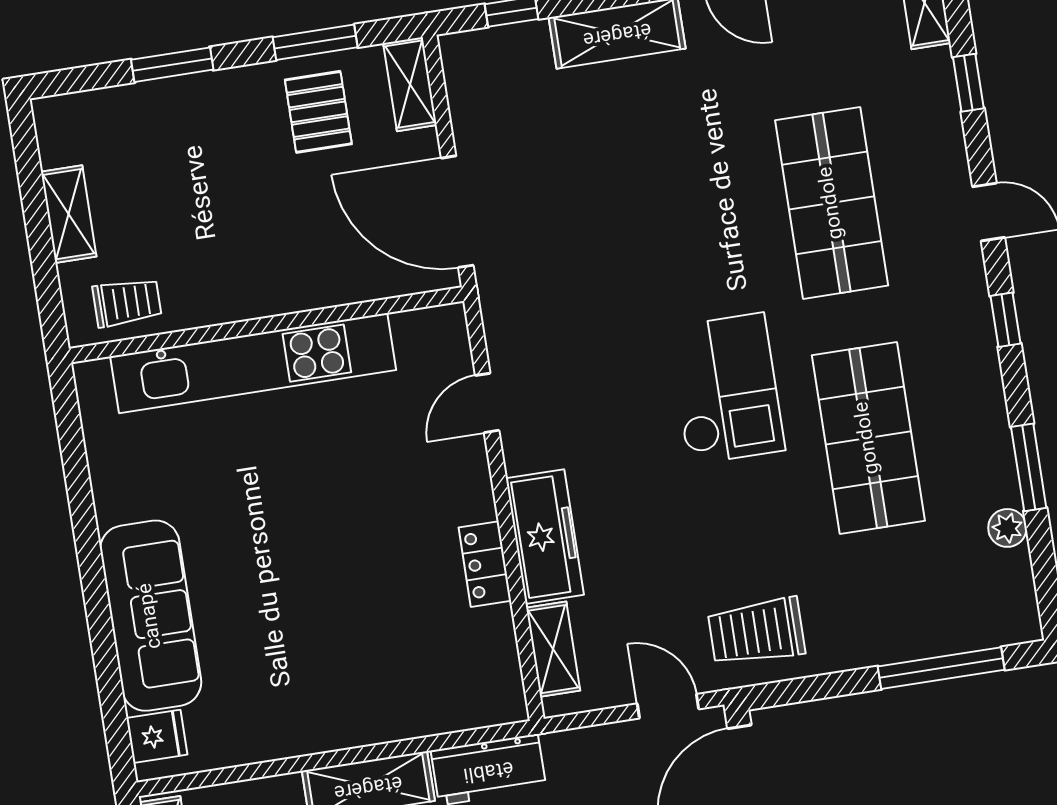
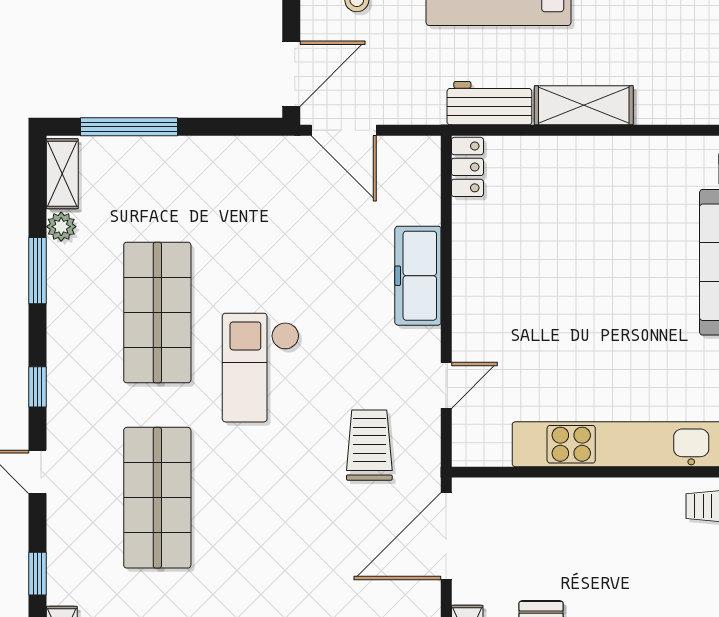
door: (457, 212) -> (446, 536), swing flipped
locker: (485, 564) -> (467, 167), moved
trolley: (756, 632) -> (369, 445), moved, turned -90
shelving: (553, 649) -> (62, 174), moved
door: (668, 706) -> (344, 130), width x1.38

